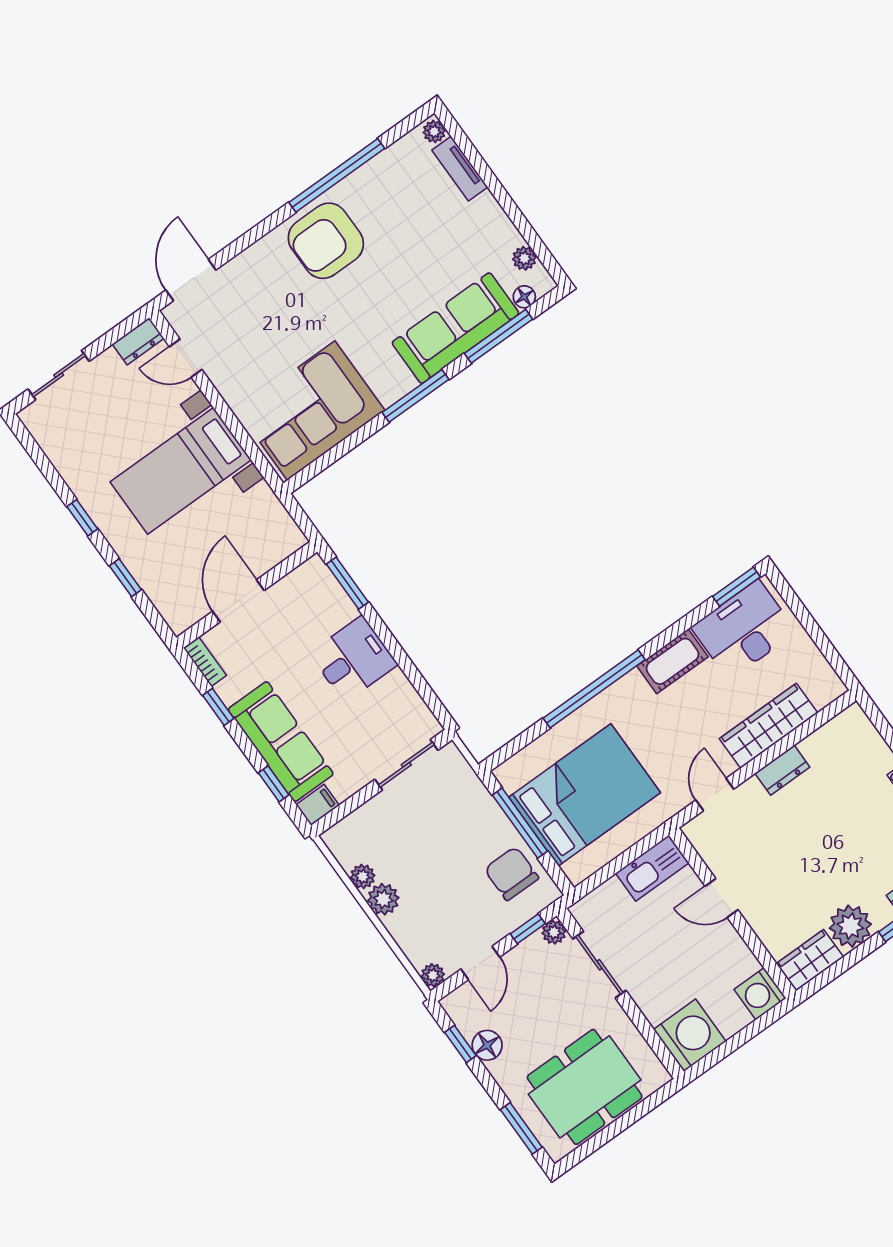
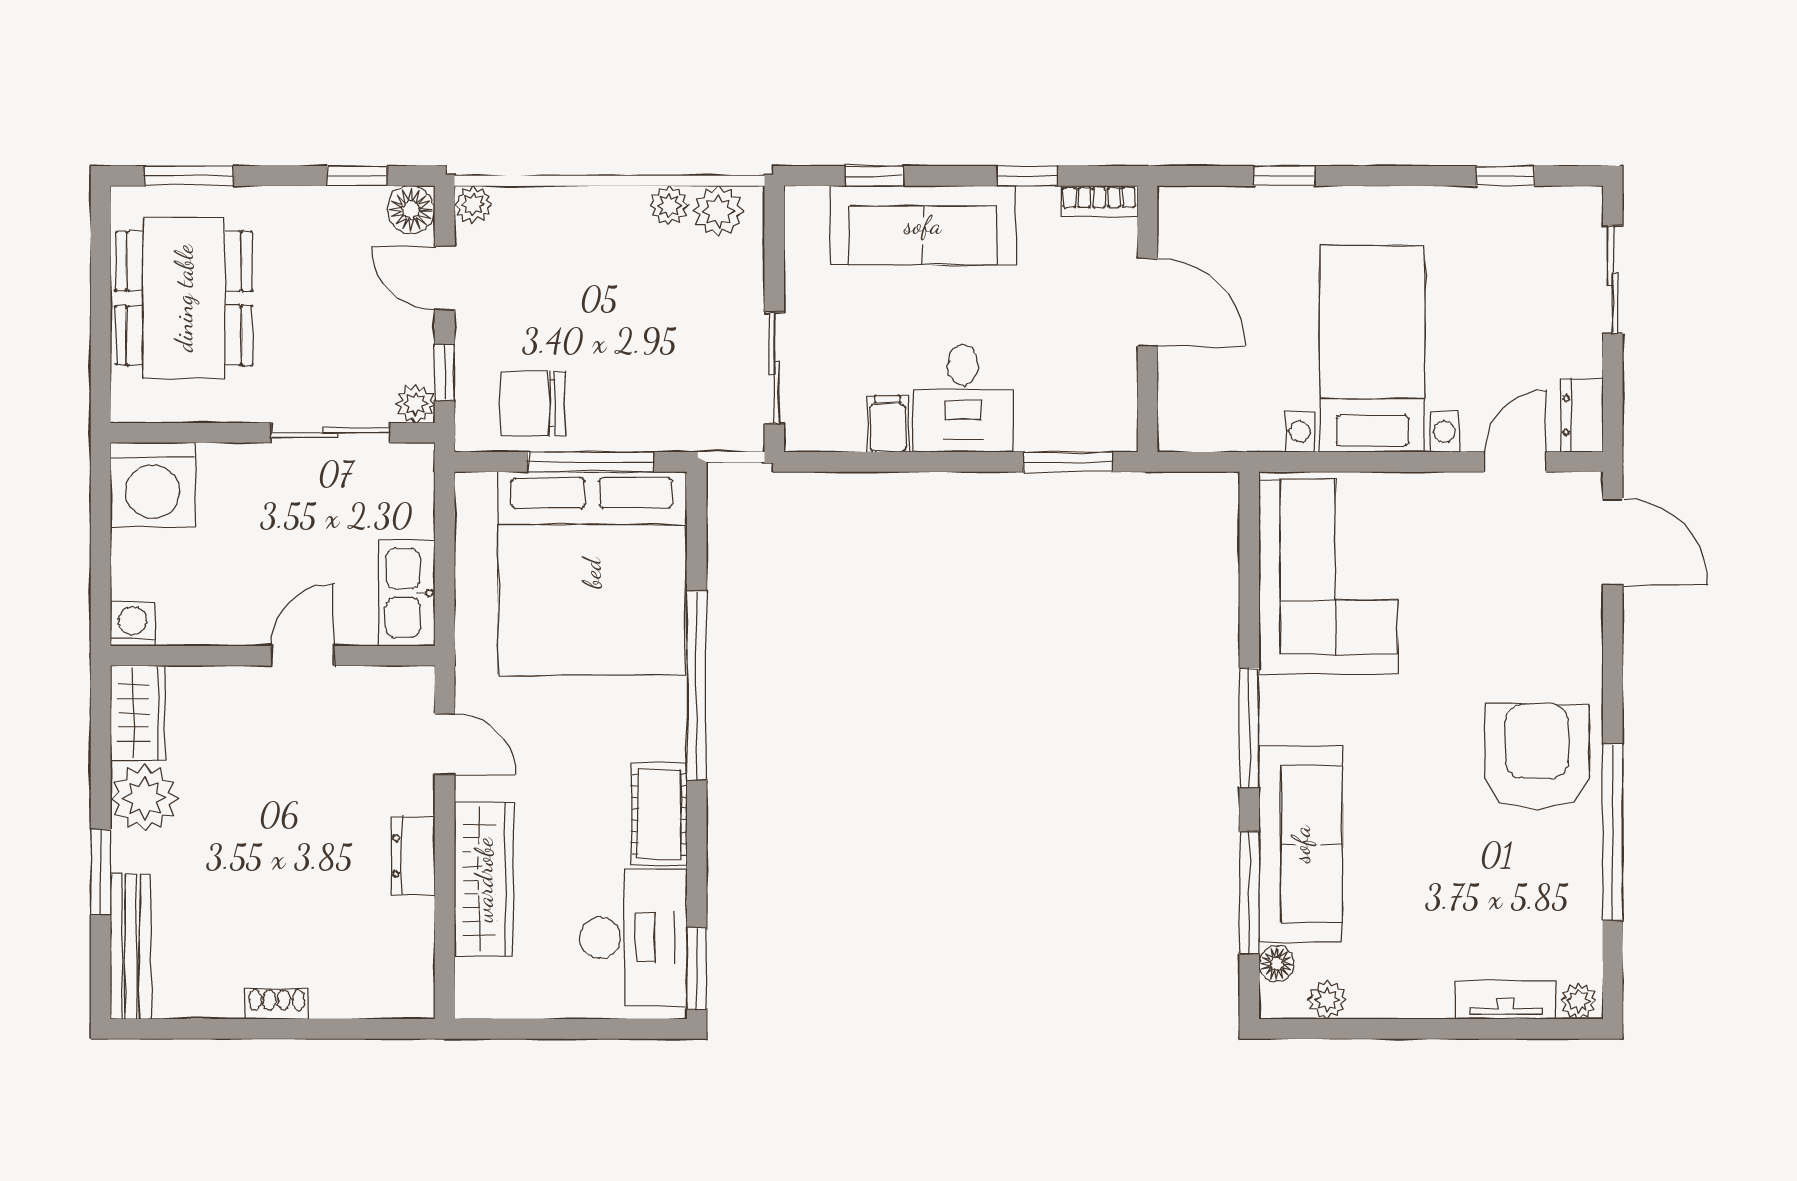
window: (82, 518) -> (1505, 176), moved
bed: (585, 795) -> (592, 573), width x1.36
filing cabinet: (318, 805) -> (888, 424), moved, turned 180
chair: (511, 874) -> (533, 403), turned 180
plant: (383, 899) -> (718, 211), moved
washing machine: (760, 994) -> (133, 624), width x0.73, depth x0.73
floor lamp: (487, 1045) -> (411, 210), moved

